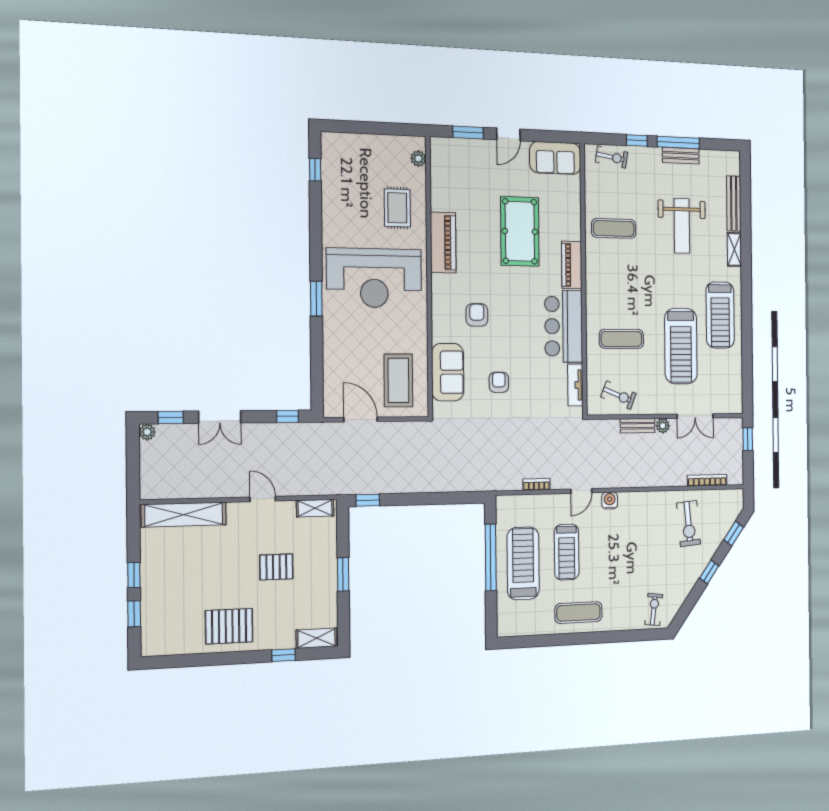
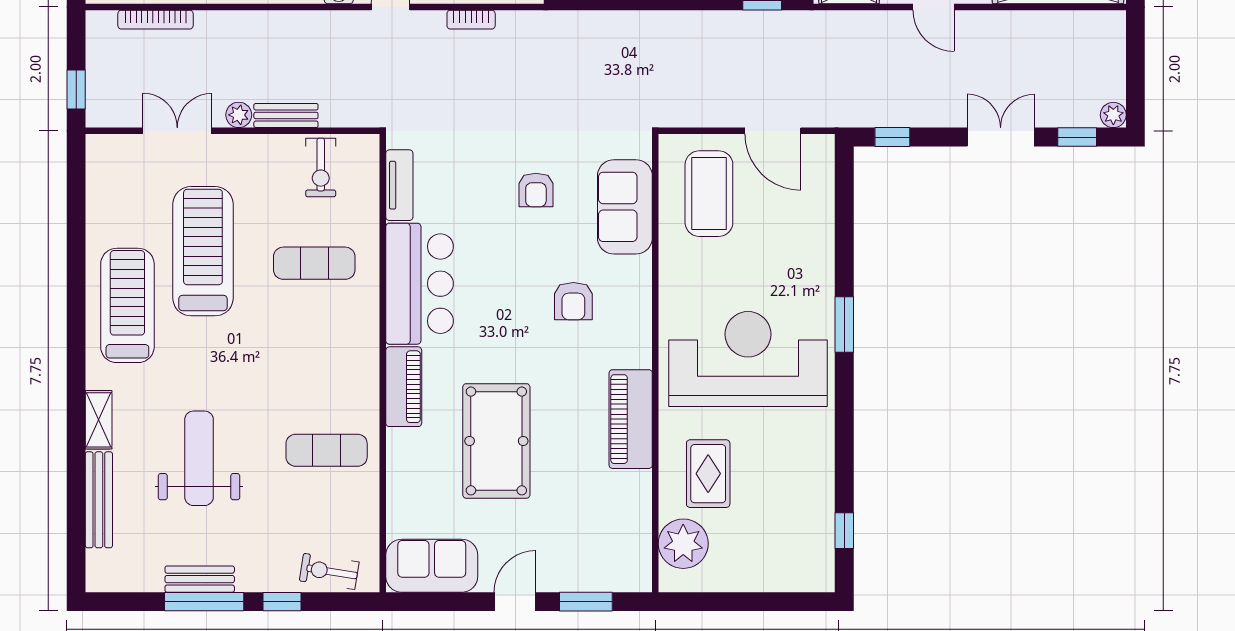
plant: (418, 158) -> (683, 544), width x1.87, depth x1.87
exercise bike: (618, 395) -> (321, 167), turned -112

